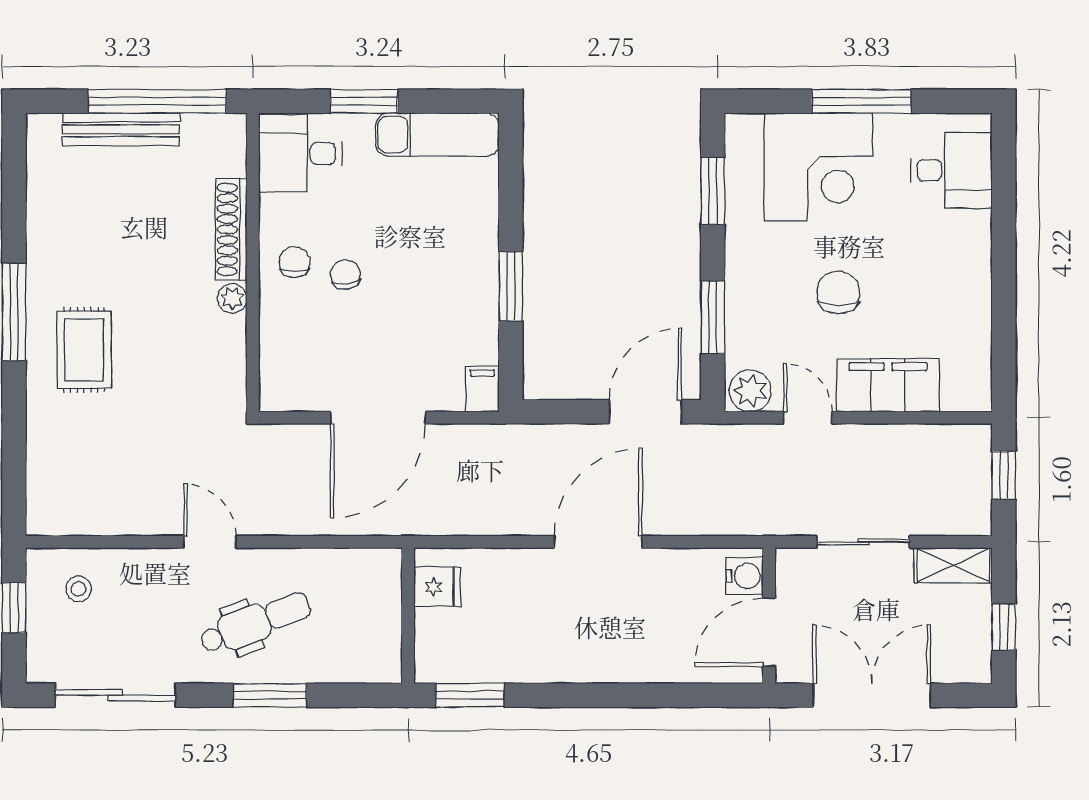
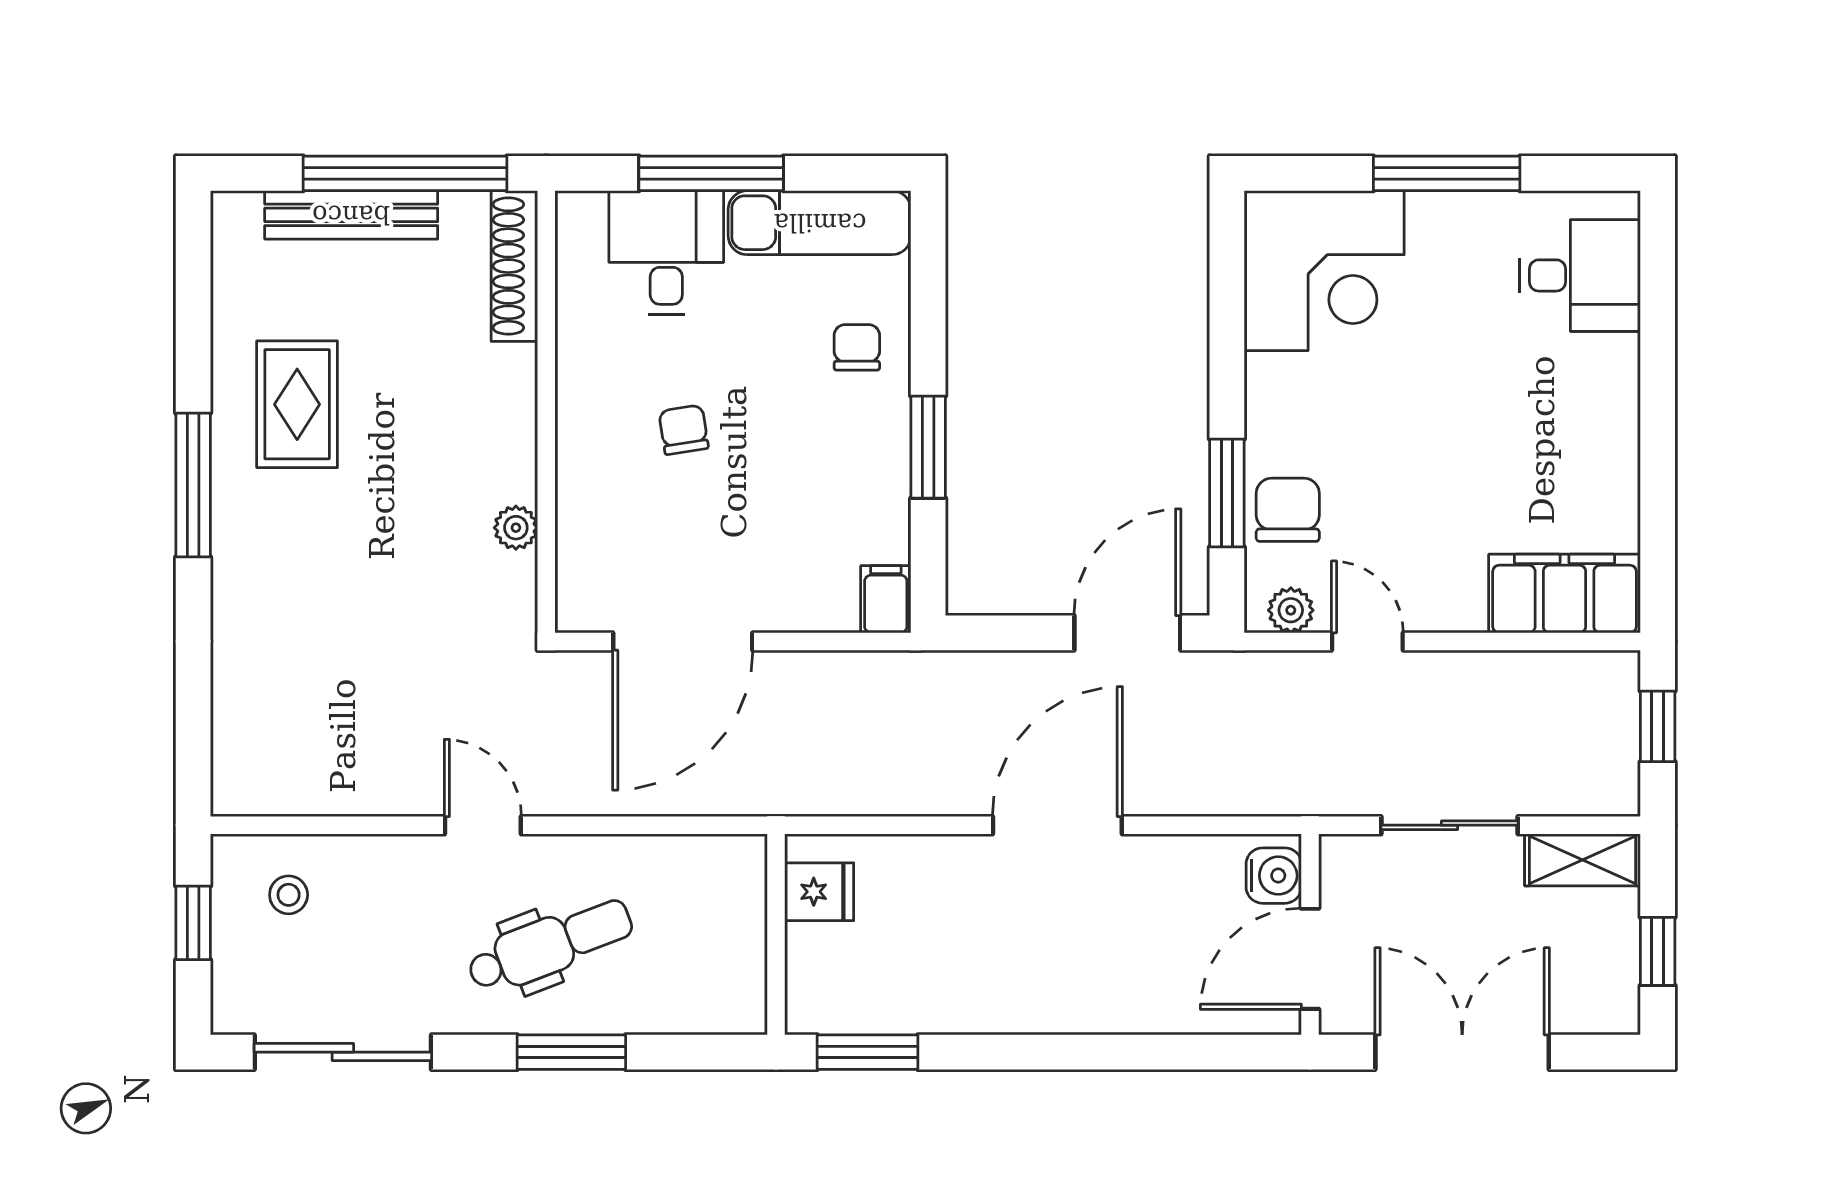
window: (364, 101) -> (711, 173), width x1.44
desk: (300, 153) -> (666, 252), moved, turned 90
corner desk: (818, 167) -> (1324, 271), moved
window: (713, 191) -> (1227, 306), removed
shoe rack: (231, 229) -> (514, 266), moved
chair: (295, 262) -> (857, 347), moved
chair: (838, 292) -> (1288, 510), moved
plant: (232, 298) -> (516, 528), moved
rug: (84, 350) -> (297, 404), moved
filing cabinet: (888, 385) -> (1564, 594), moved
plant: (750, 391) -> (1291, 610), width x0.73, depth x0.73
door: (378, 418) -> (683, 641), moved

